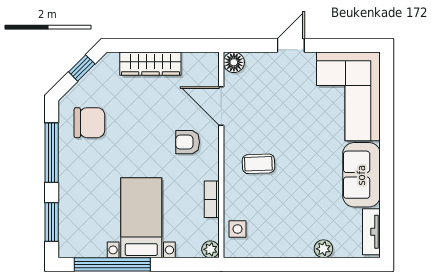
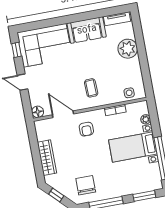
window: (349, 45) -> (17, 50), added
door: (221, 106) -> (63, 114), swing flipped
plant: (210, 249) -> (146, 119), moved
plant: (323, 249) -> (128, 49), width x1.88, depth x1.88

